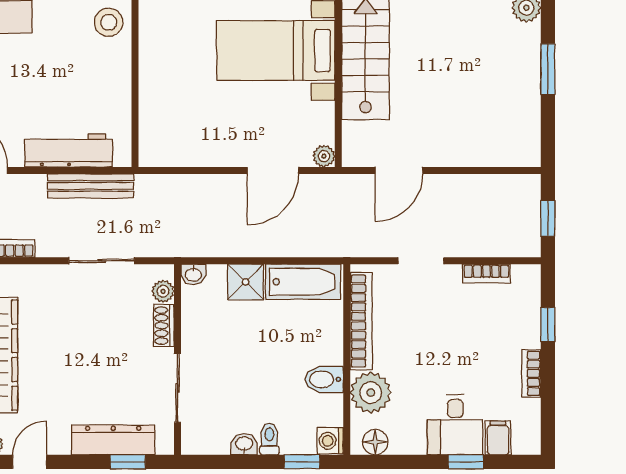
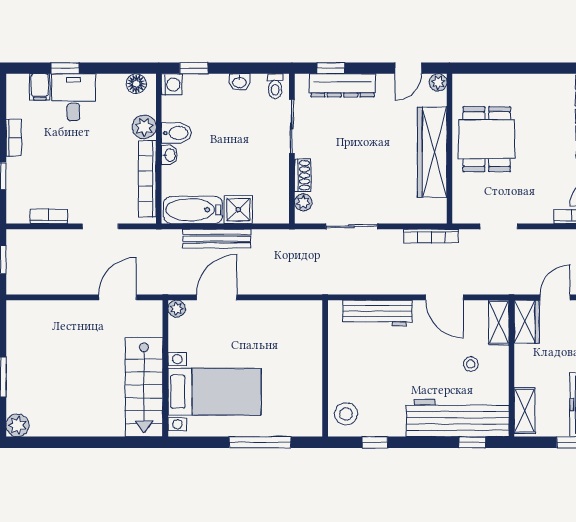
bench: (91, 186) -> (217, 239), moved
washbasin: (193, 274) -> (169, 155), moved, turned 90
plant: (371, 393) -> (144, 127), width x0.73, depth x0.73
toilet: (269, 439) -> (275, 86), moved

